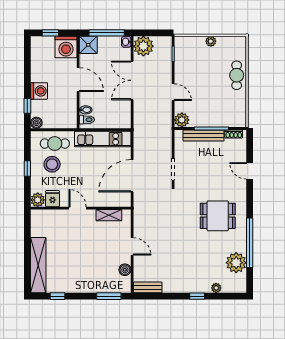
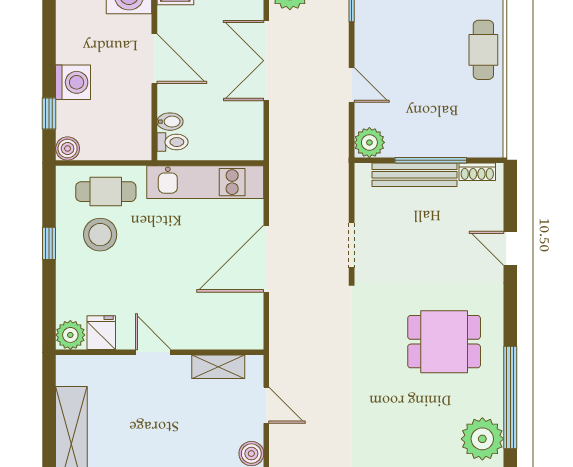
fridge: (53, 199) -> (101, 333), moved
plant: (38, 200) -> (70, 335), moved
door: (78, 208) -> (153, 352), moved
wall: (81, 208) -> (160, 352), moved
shelving: (109, 215) -> (218, 367), moved

